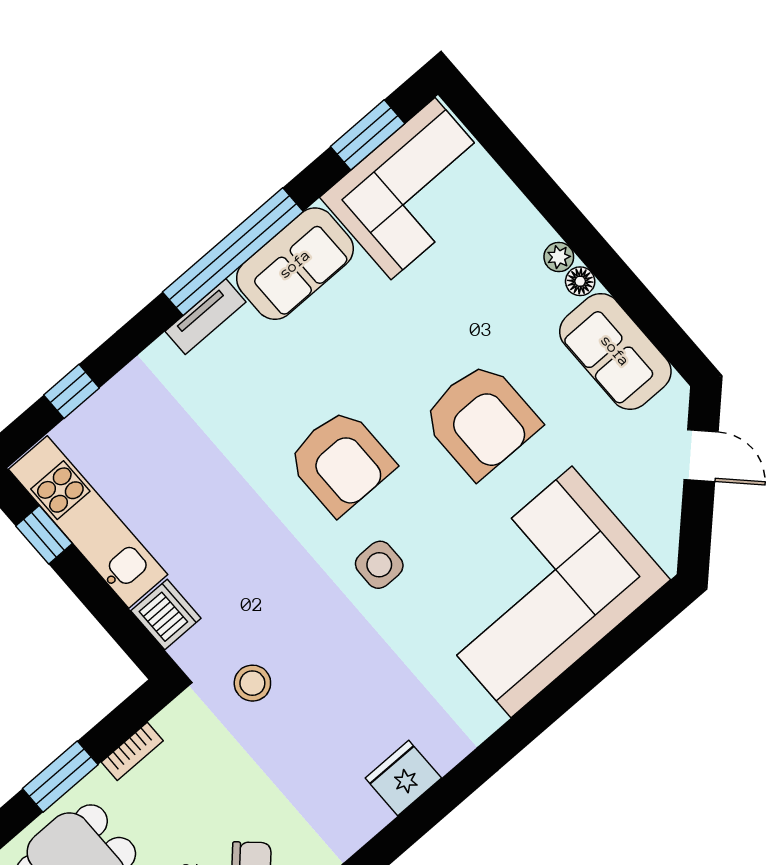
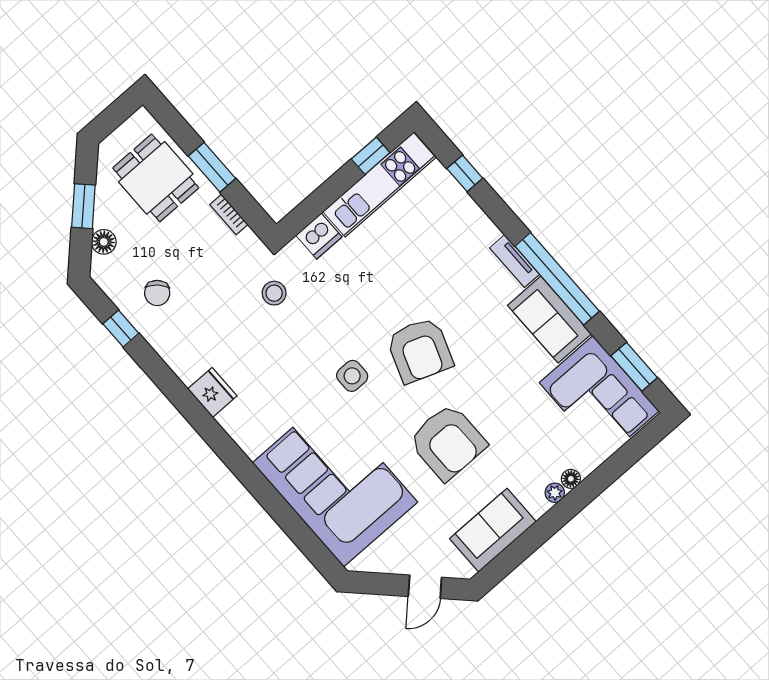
floor lamp: (580, 281) -> (571, 479), moved
armchair: (481, 420) -> (448, 442), turned -90
armchair: (341, 462) -> (420, 350), turned -70

